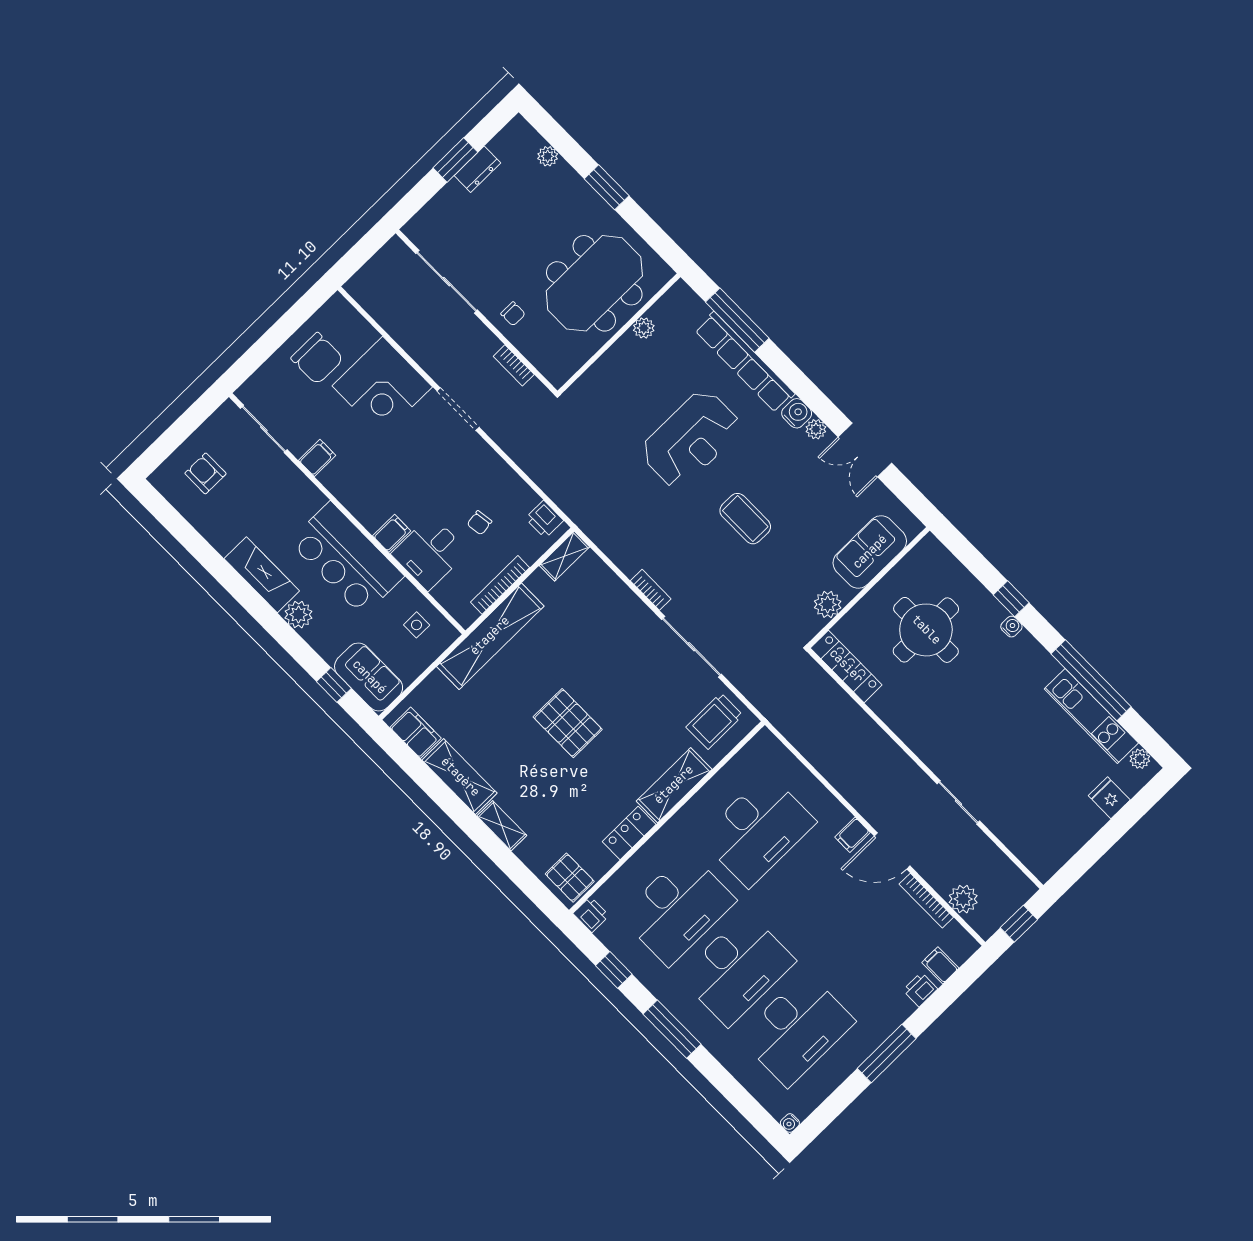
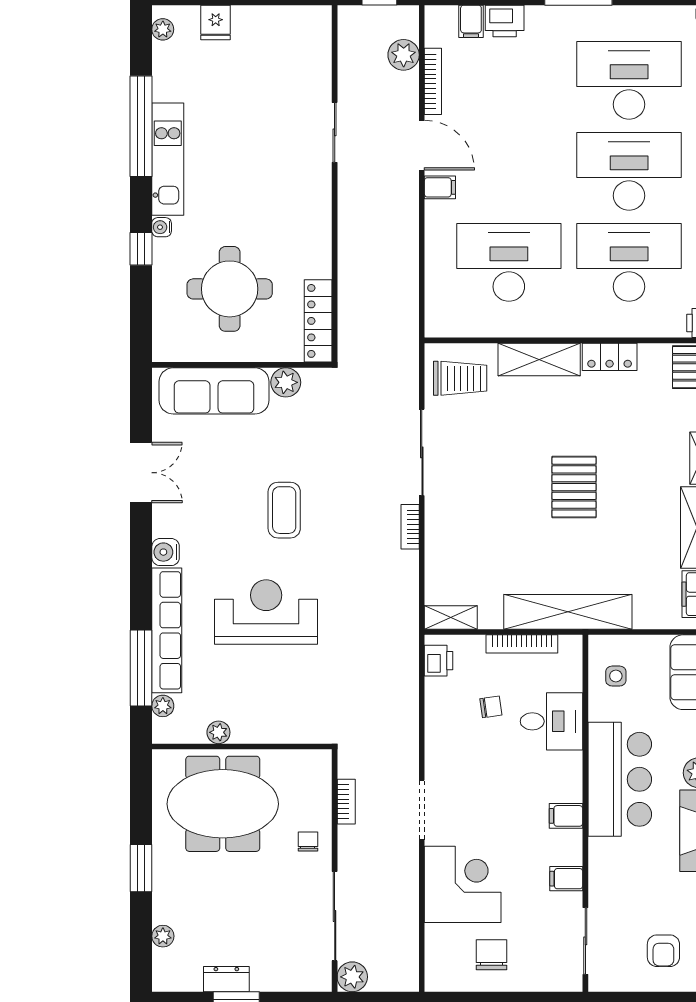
plant: (395, 253) -> (352, 977), added
chair: (317, 358) -> (491, 955), width x0.73, depth x0.73
plant: (816, 429) -> (163, 706), moved
filing cabinet: (392, 533) -> (566, 816), moved
sofa: (870, 552) -> (214, 391), width x1.36
kitchen unit: (1091, 716) -> (168, 159), moved
printer: (920, 990) -> (505, 21), width x1.36, depth x1.24

